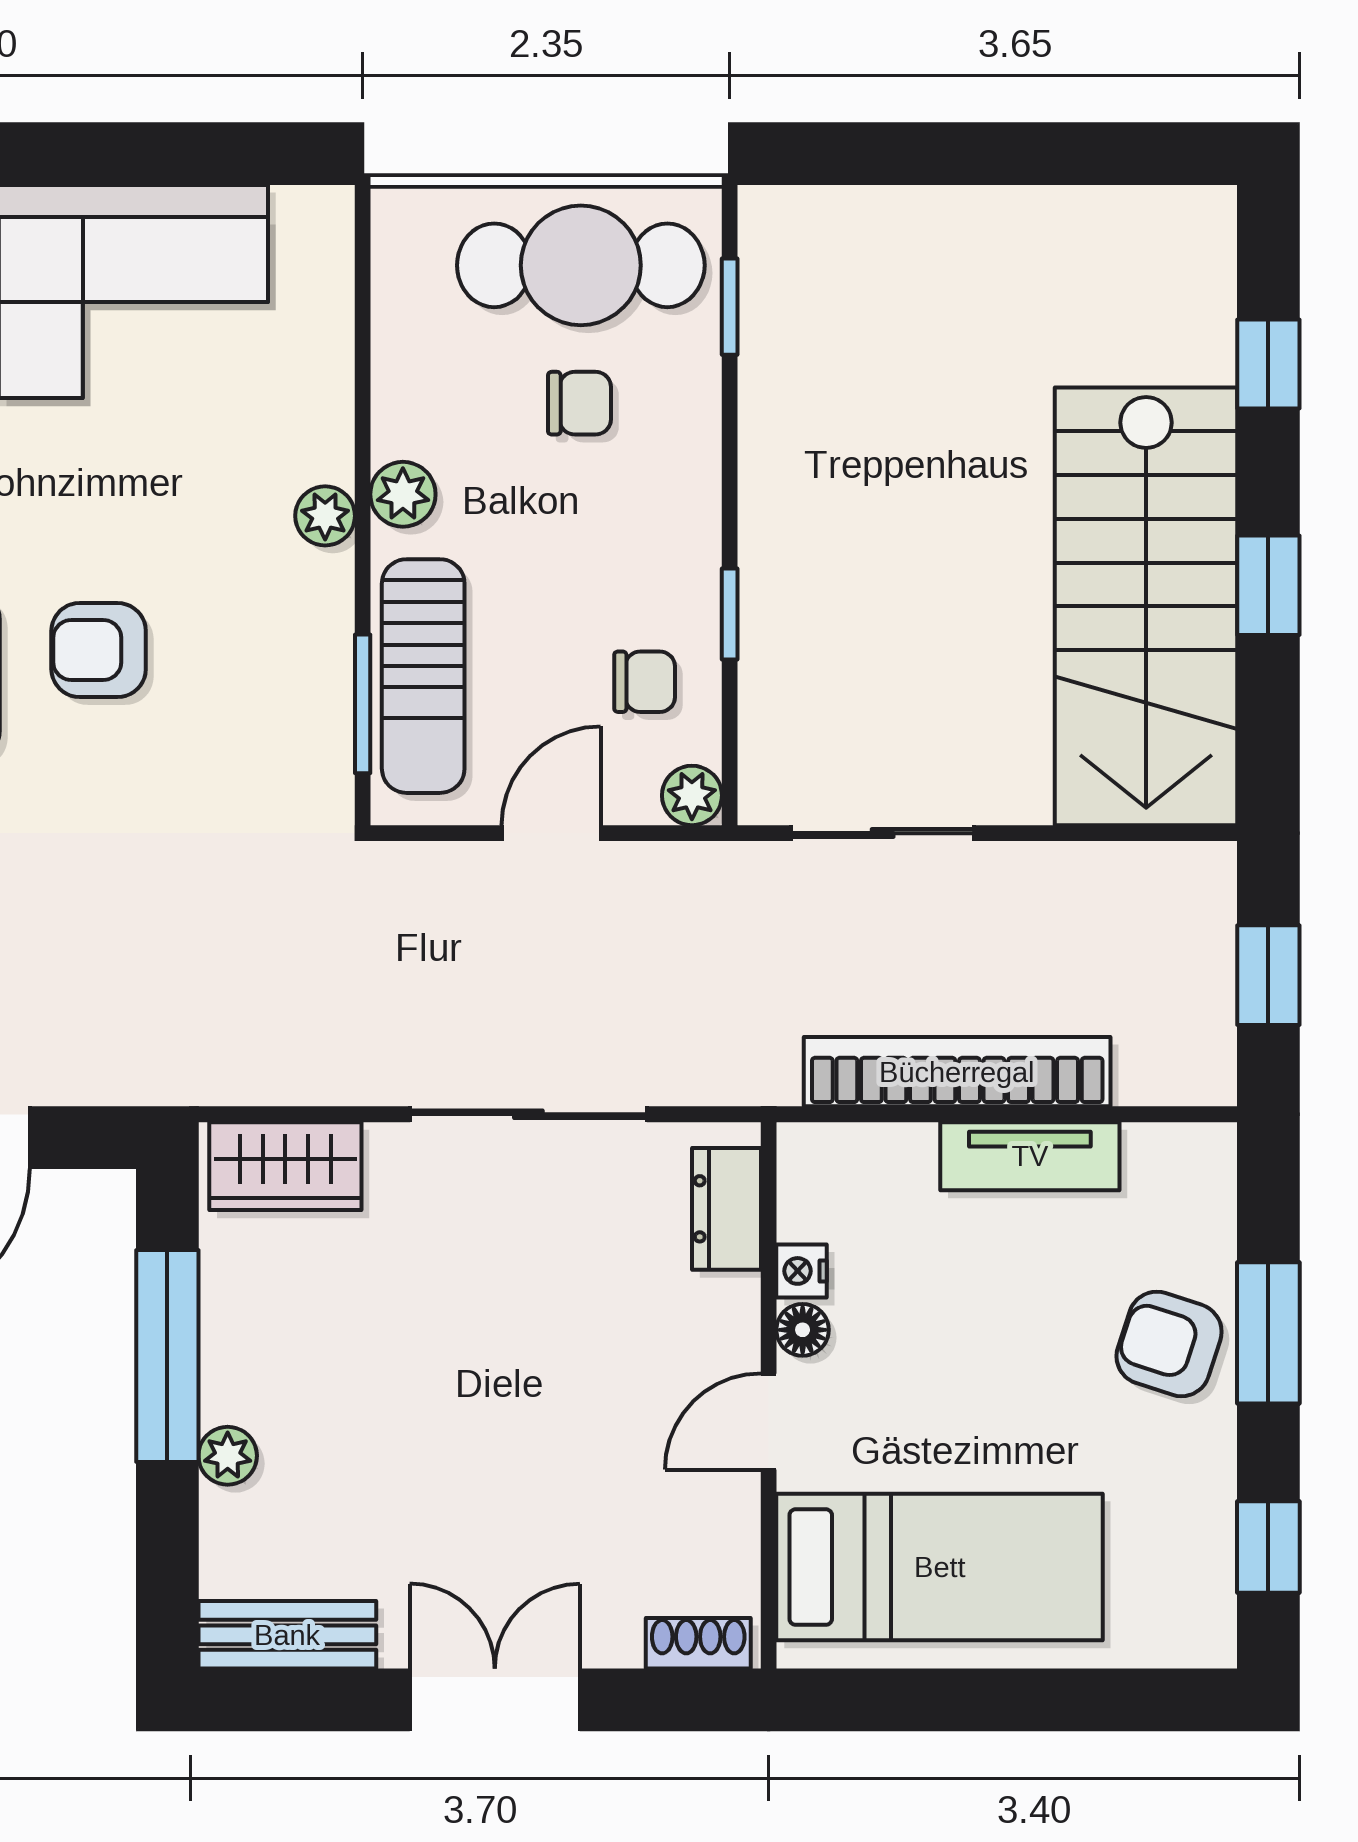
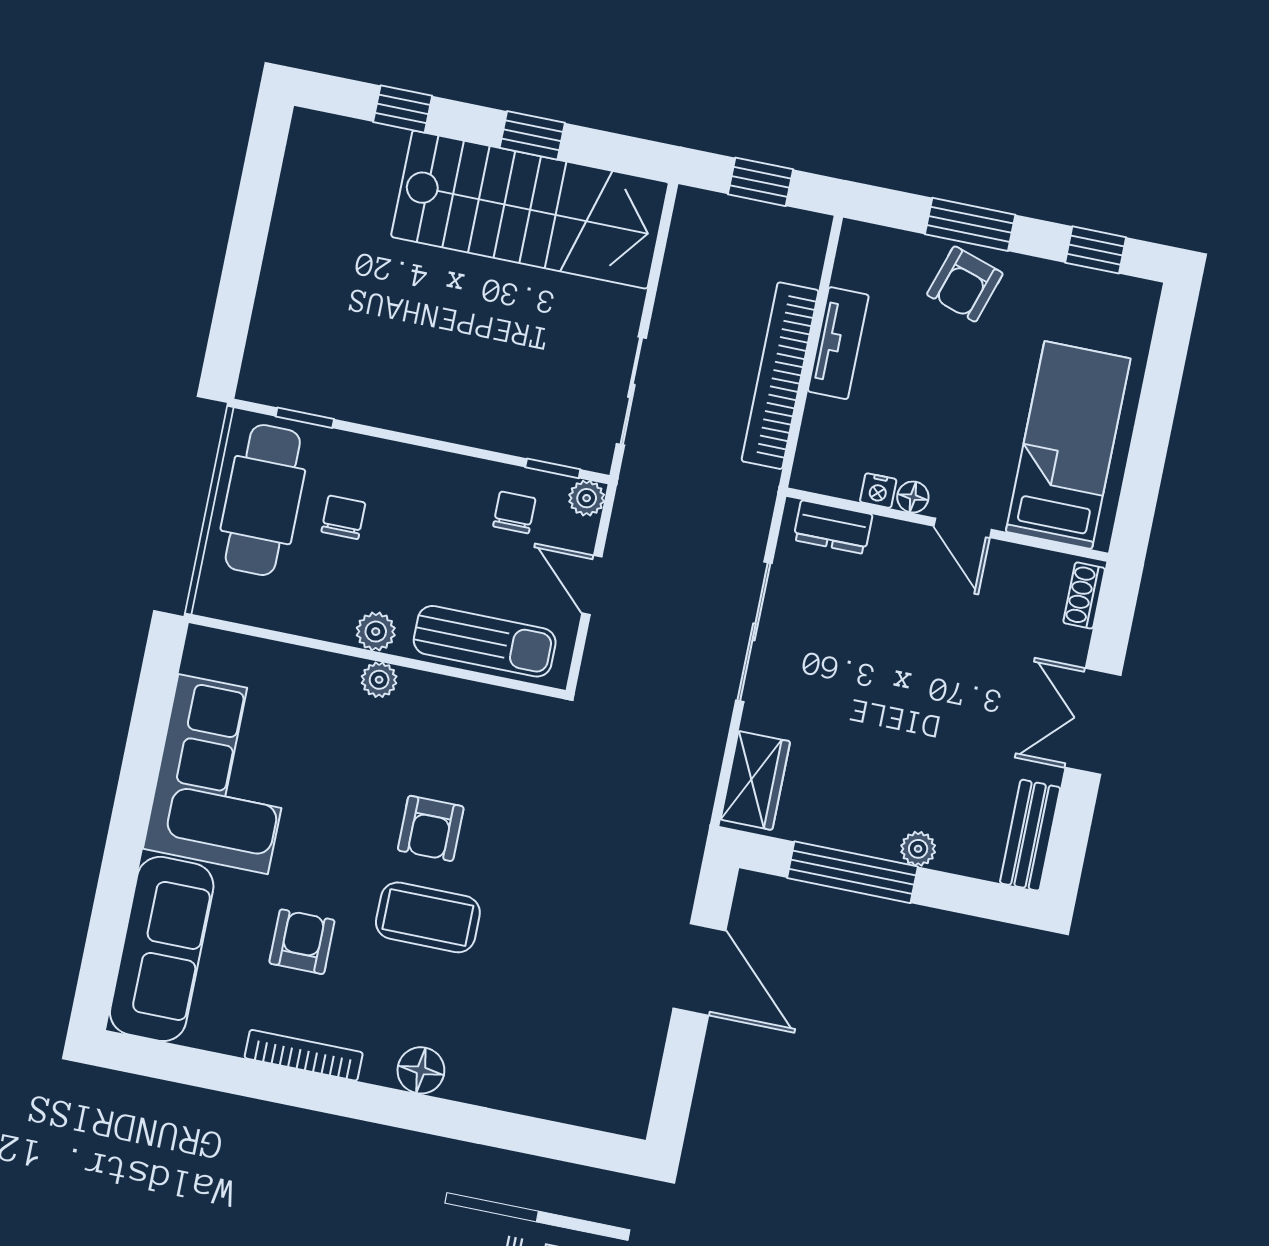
window: (730, 614) -> (553, 468), moved
window: (363, 704) -> (494, 680), removed

